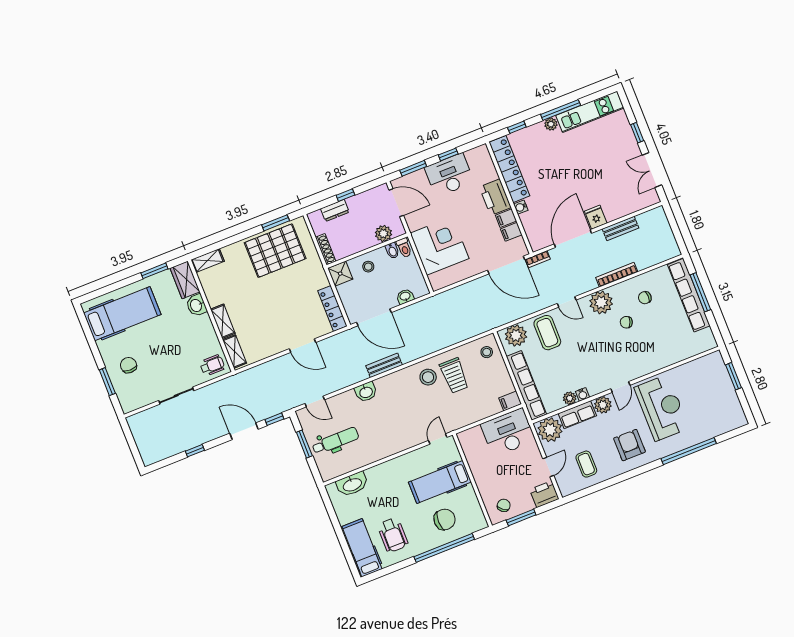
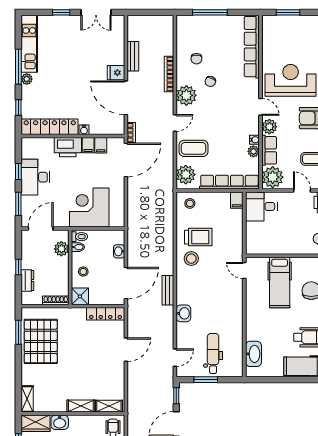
row of seats: (689, 295) -> (252, 47), moved, turned 90
desk: (508, 432) -> (261, 206), width x0.73

